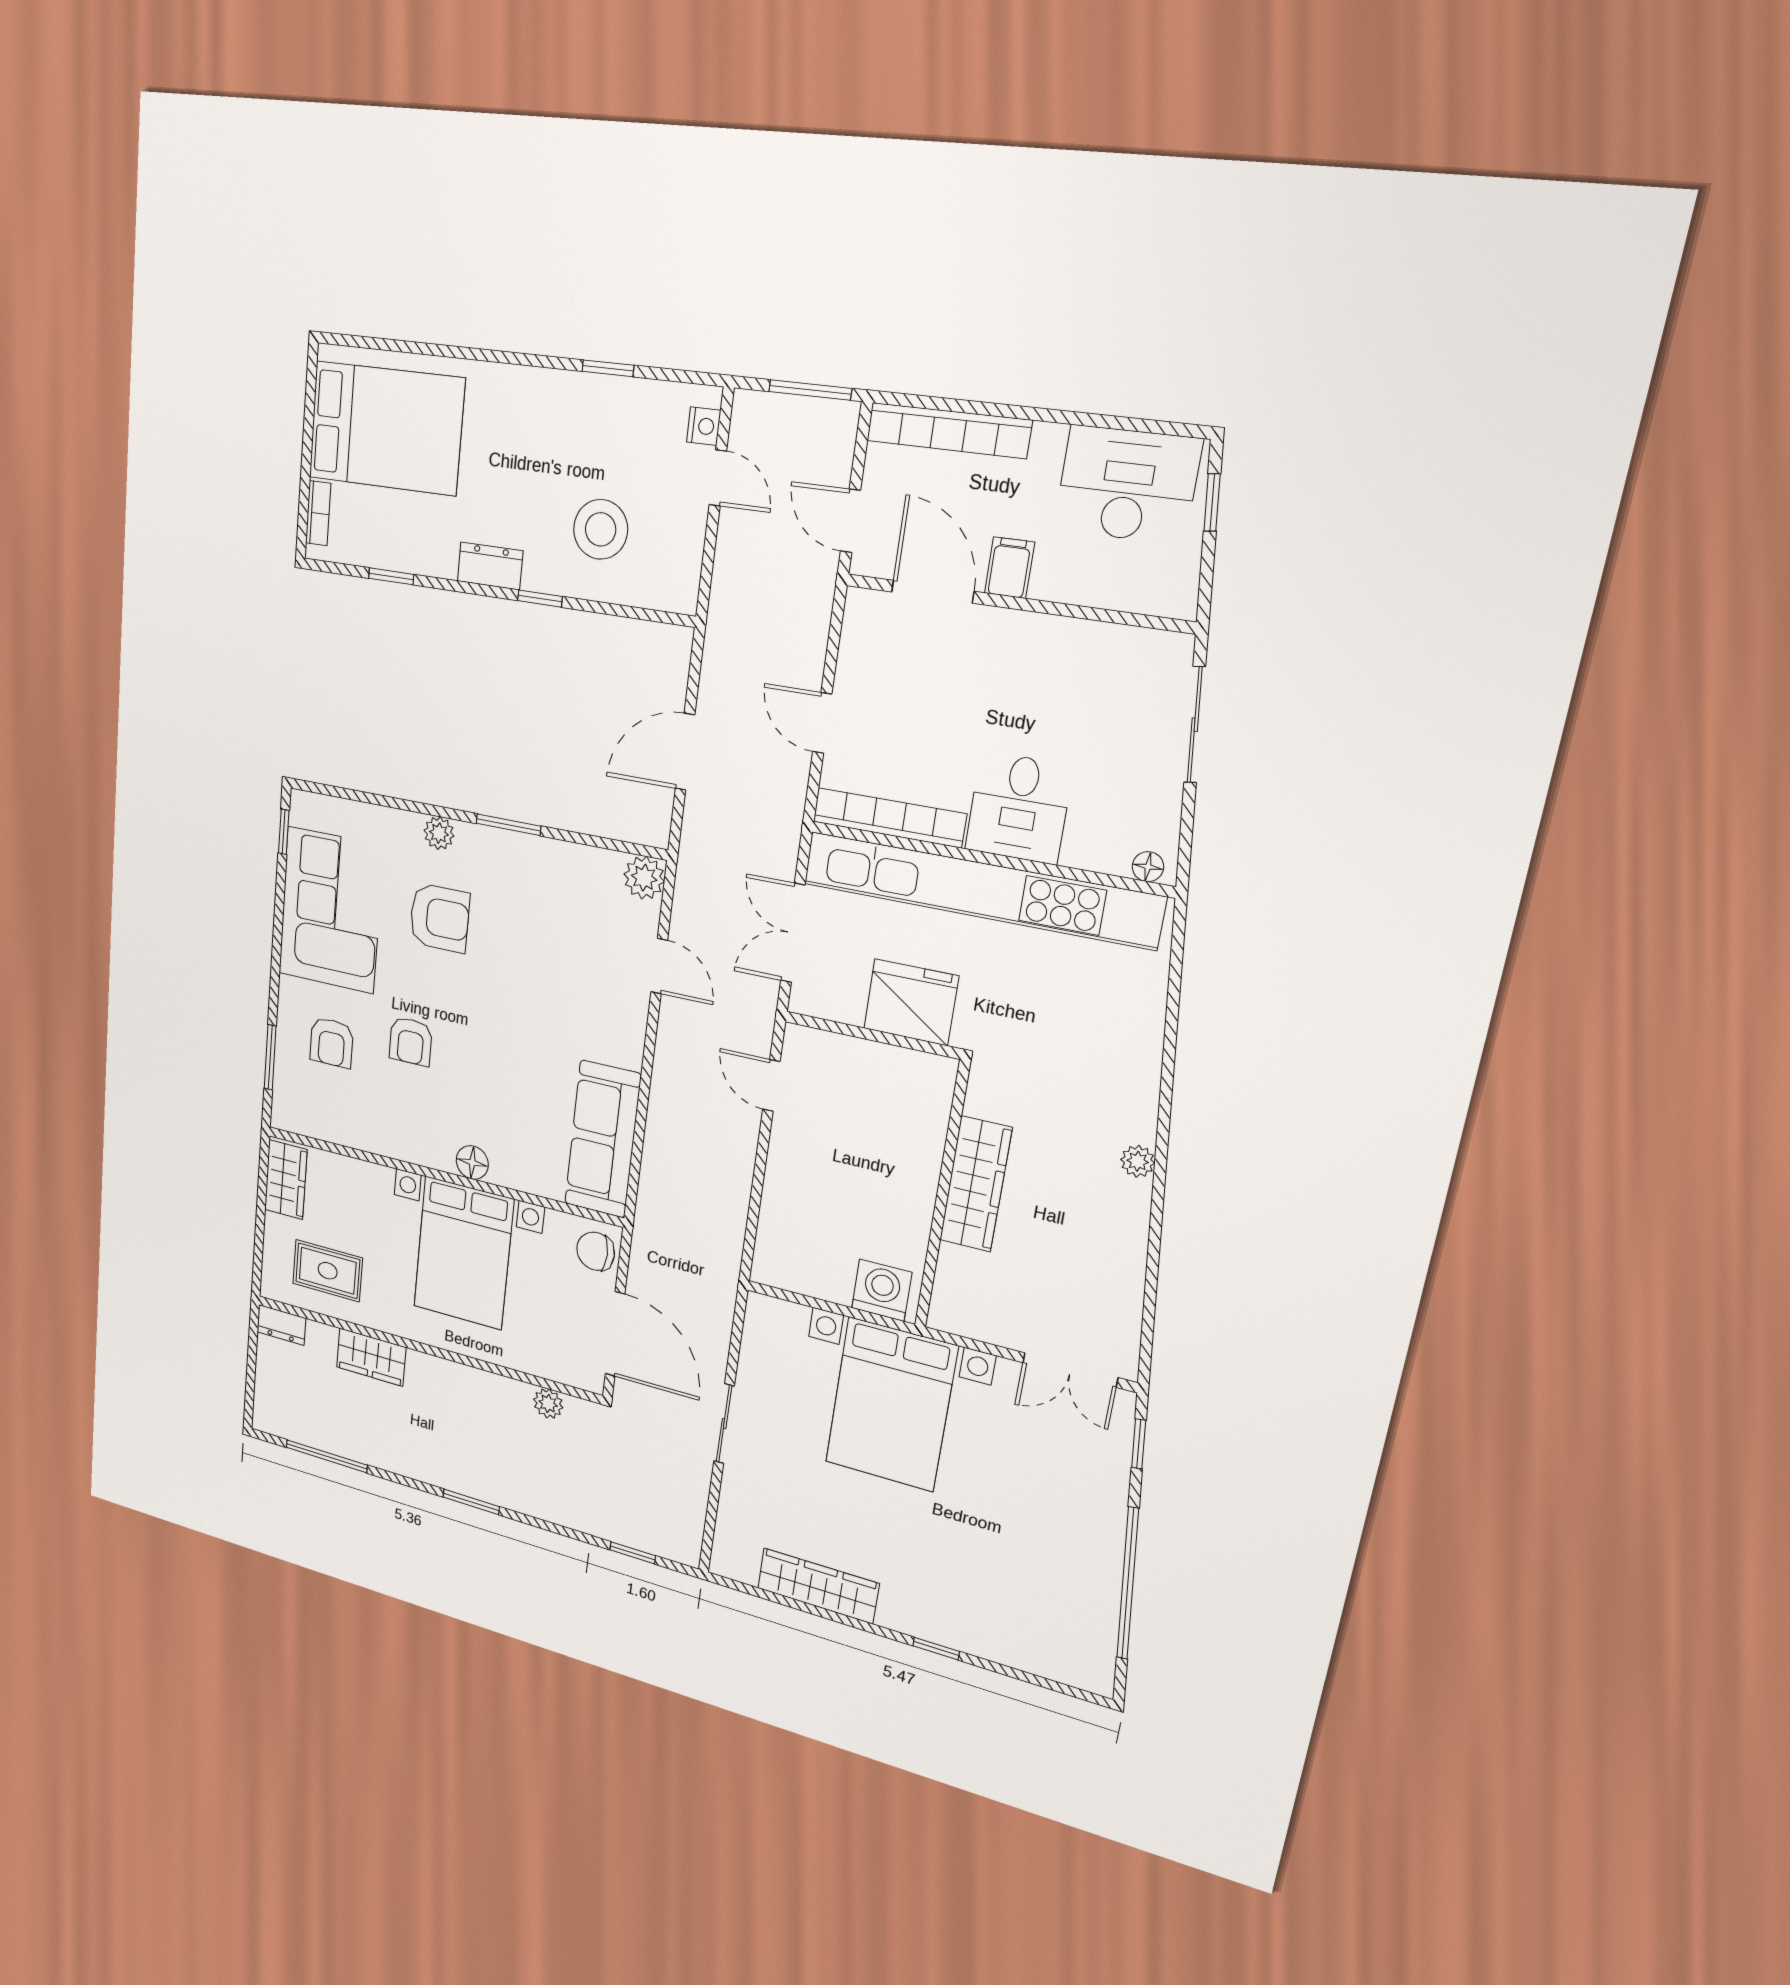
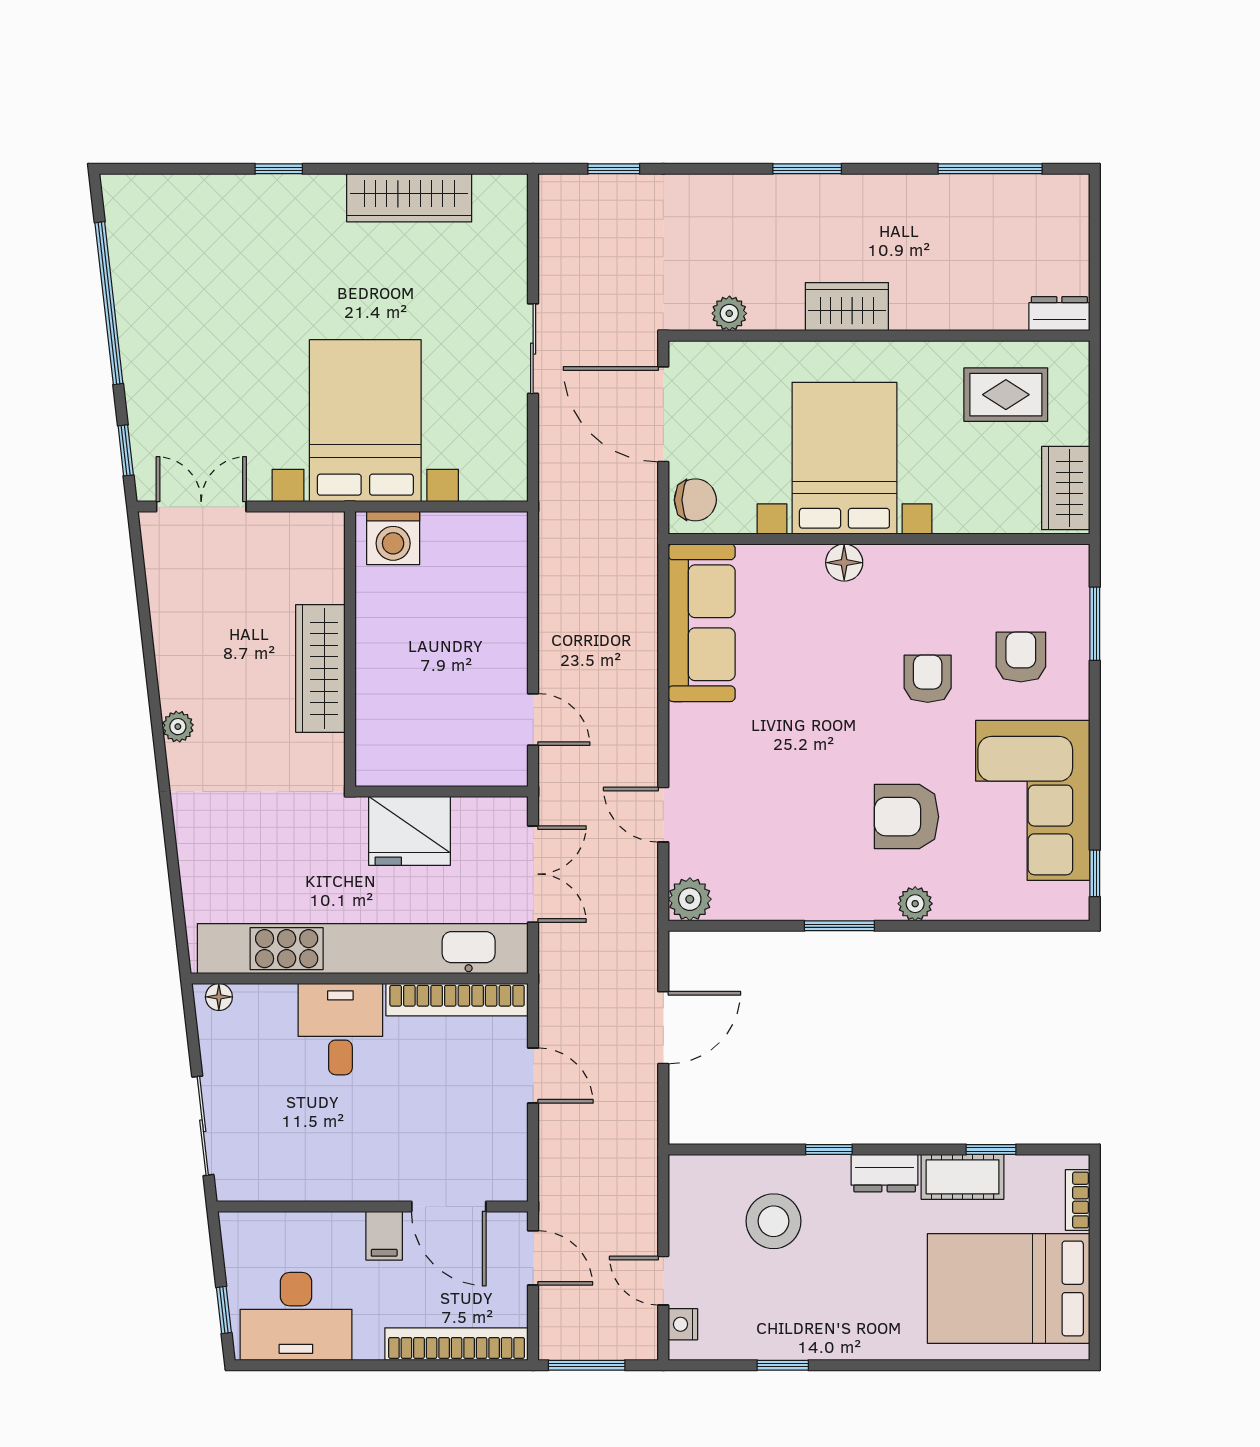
cot: (419, 552) -> (963, 1177), added
wardrobe: (371, 1357) -> (847, 307), moved

